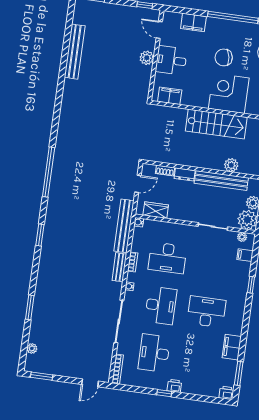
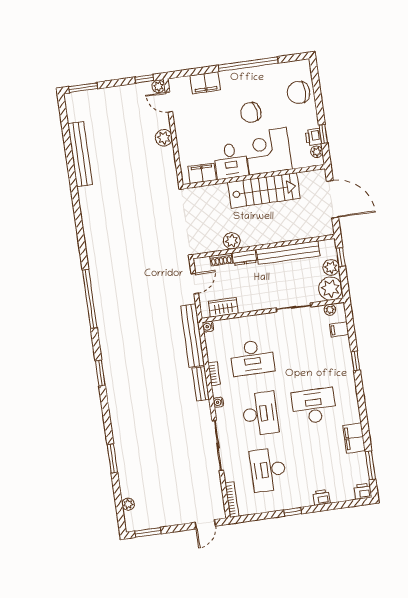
plant: (154, 15) -> (158, 86), added
desk: (171, 60) -> (231, 161), moved, turned -90
plant: (231, 165) -> (232, 241), moved
printer: (174, 386) -> (322, 497), moved

